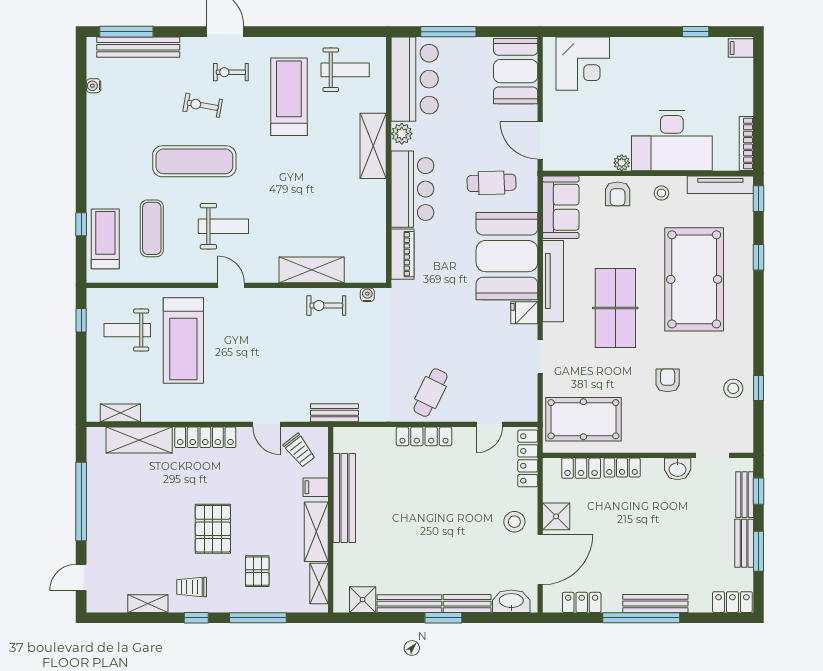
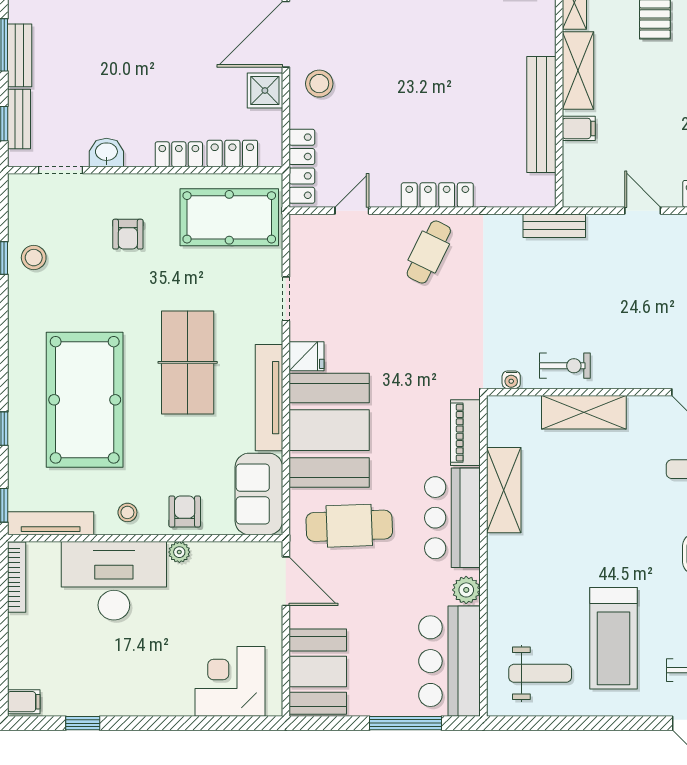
weight bench: (345, 70) -> (540, 673), turned 180
shelving: (373, 146) -> (504, 490), moved
cafe table: (491, 183) -> (349, 526), width x1.37, depth x1.35
armchair: (668, 380) -> (128, 234), moved
trolley: (299, 450) -> (600, 177), removed

